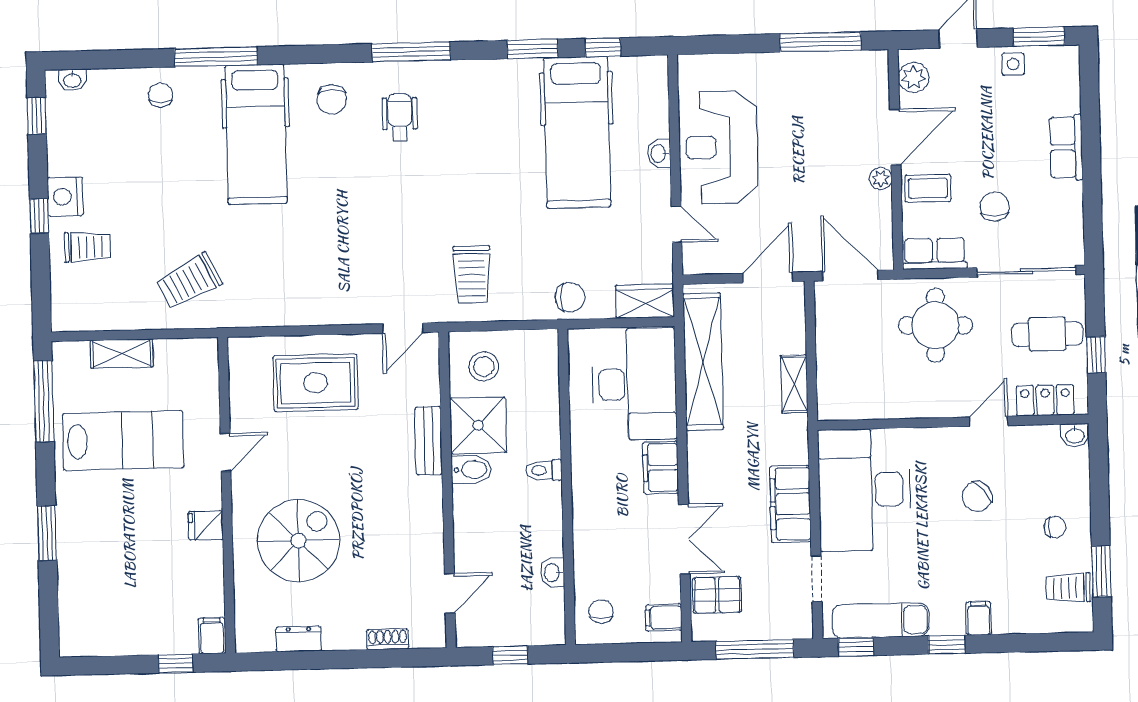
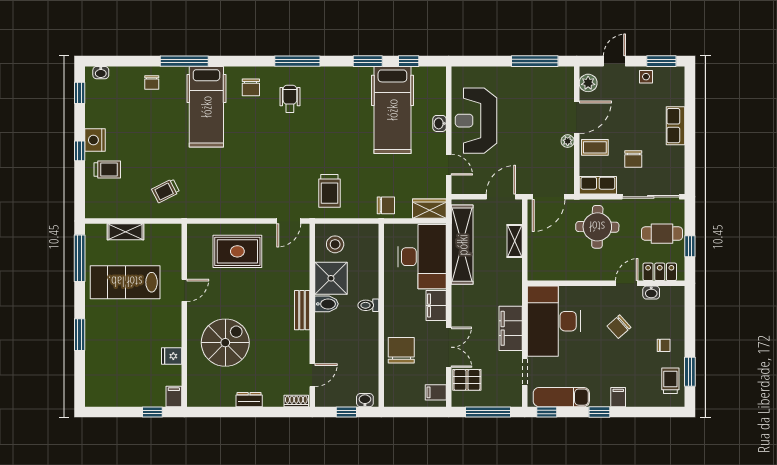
chair: (161, 95) -> (152, 83), turned 180
chair: (995, 207) -> (633, 159), turned 180
door: (850, 275) -> (549, 197), swing flipped
trolley: (189, 281) -> (166, 191), width x0.73, depth x0.72
shelving: (794, 384) -> (515, 241), moved
washbasin: (1075, 435) -> (651, 293), moved
lab bench: (123, 441) -> (125, 282), turned 180
bench: (429, 441) -> (302, 310), moved
fridge: (206, 525) -> (172, 356), moved
washbasin: (553, 573) -> (365, 400), moved, turned 90
trolley: (1068, 588) -> (670, 381), turned 90
chair: (601, 611) -> (401, 350), moved, width x1.87, depth x1.87
dresser: (299, 639) -> (249, 400), moved
shoe rack: (388, 639) -> (296, 401), moved

